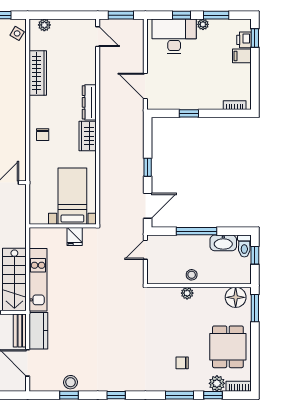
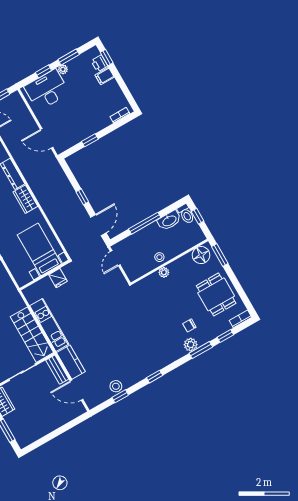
plant: (217, 383) -> (191, 345), moved

